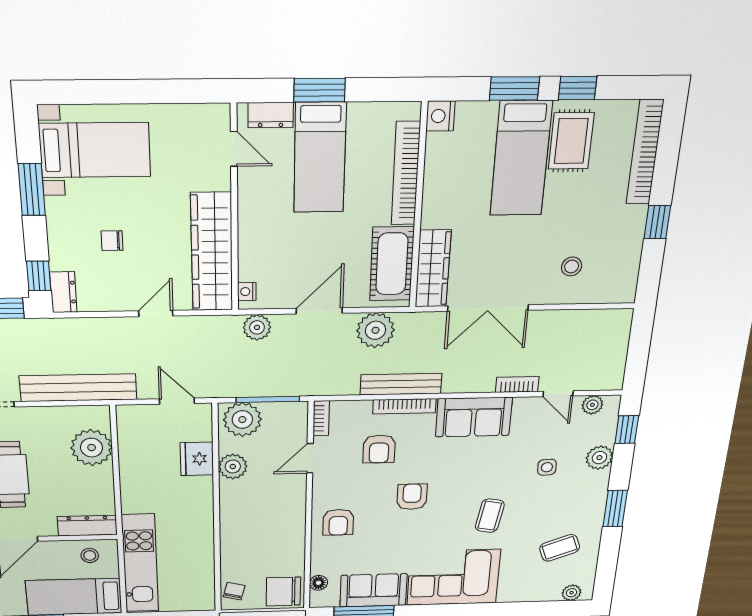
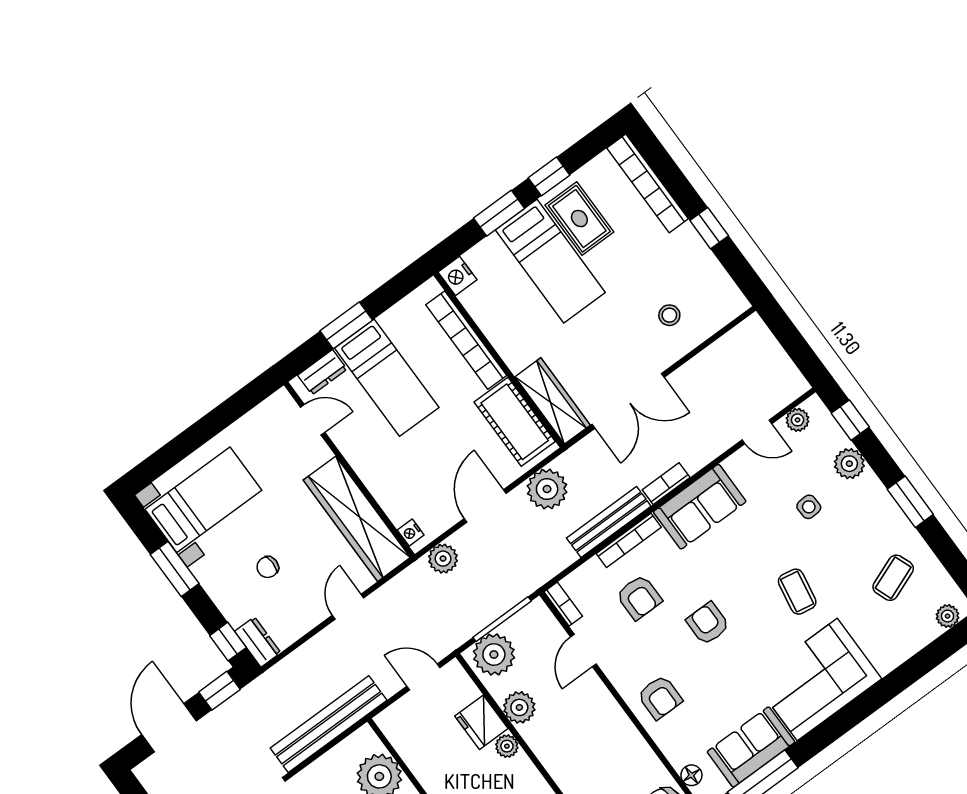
bookcase: (517, 384) -> (666, 484), moved
plant: (203, 486) -> (507, 746), added

